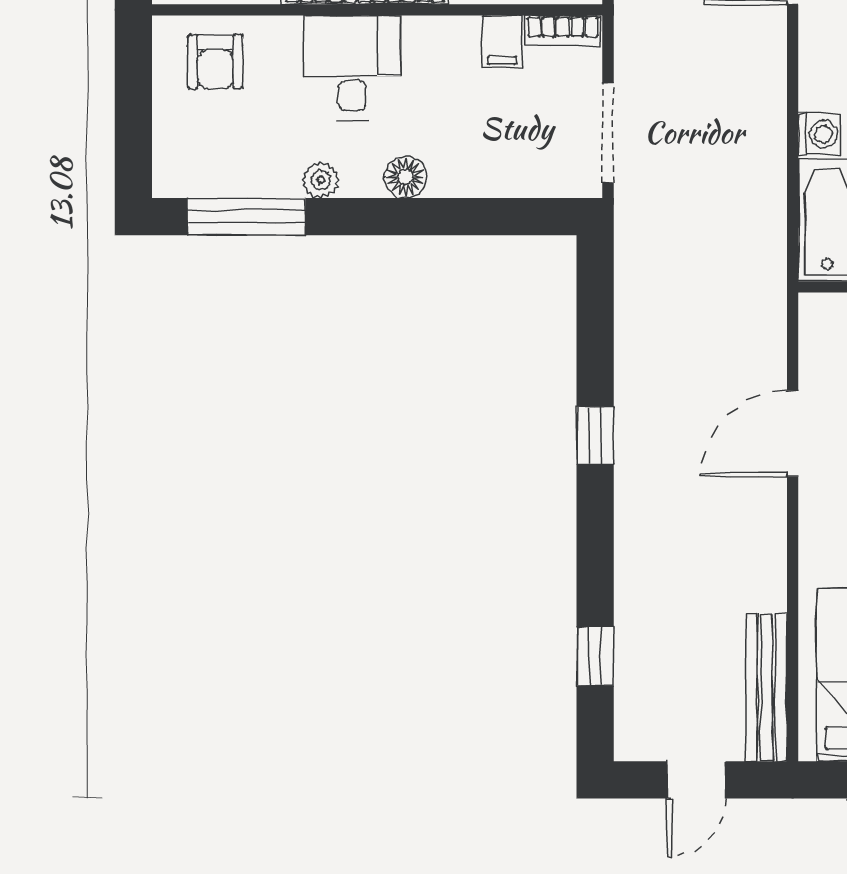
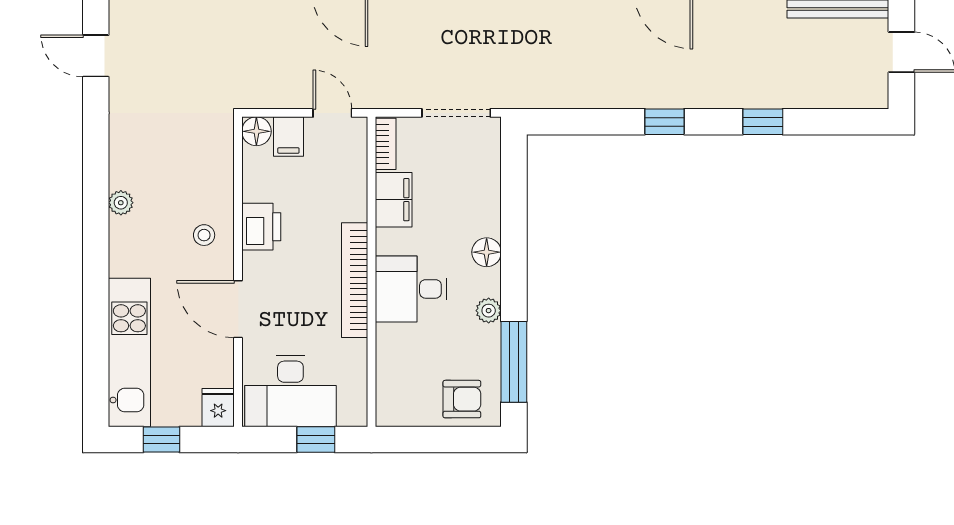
filing cabinet: (502, 42) -> (394, 200), width x2.00
armchair: (215, 62) -> (462, 399), moved
window: (595, 656) -> (763, 122), moved

